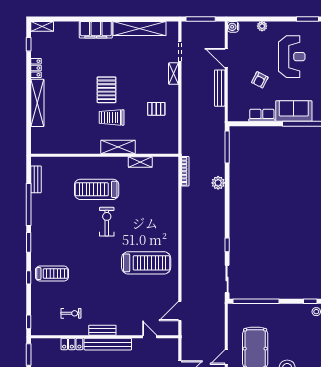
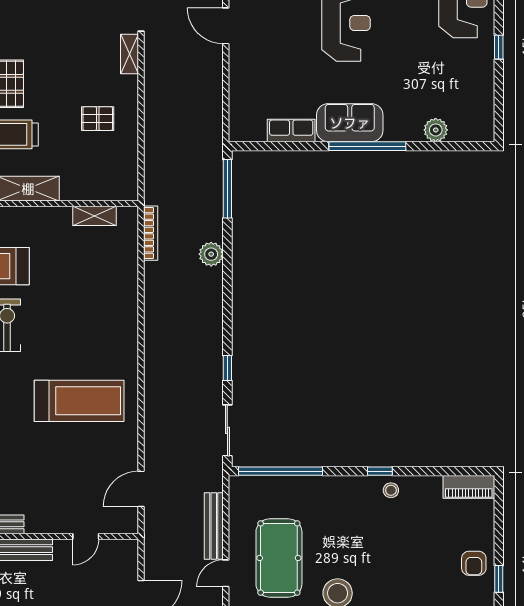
armchair: (260, 80) -> (287, 66), removed
bench: (220, 88) -> (214, 526), moved
shelving: (140, 162) -> (95, 216), moved
door: (150, 337) -> (86, 536), swing flipped

